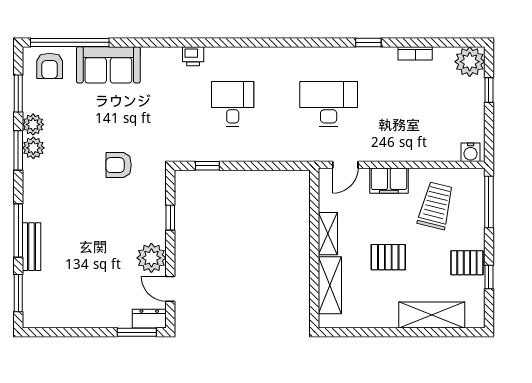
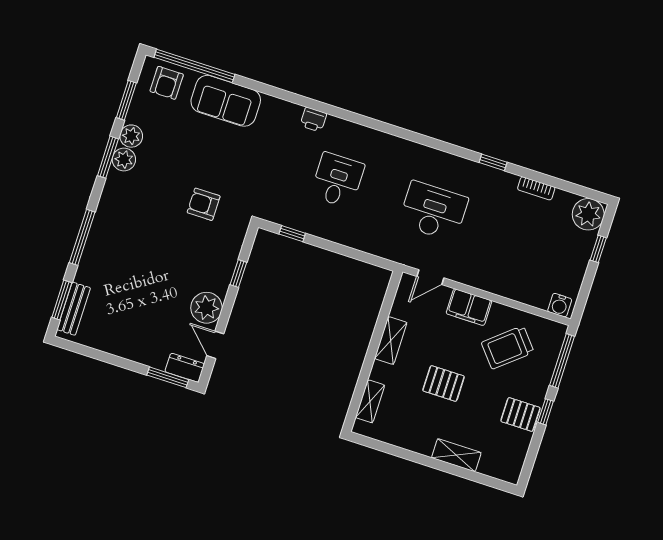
trolley: (436, 206) -> (508, 347), turned -144
bench: (31, 247) -> (74, 309), moved
window: (489, 277) -> (546, 412), moved
shelving: (330, 285) -> (370, 401), width x0.67, depth x0.75
shelving: (432, 315) -> (456, 455), width x0.67, depth x0.75

